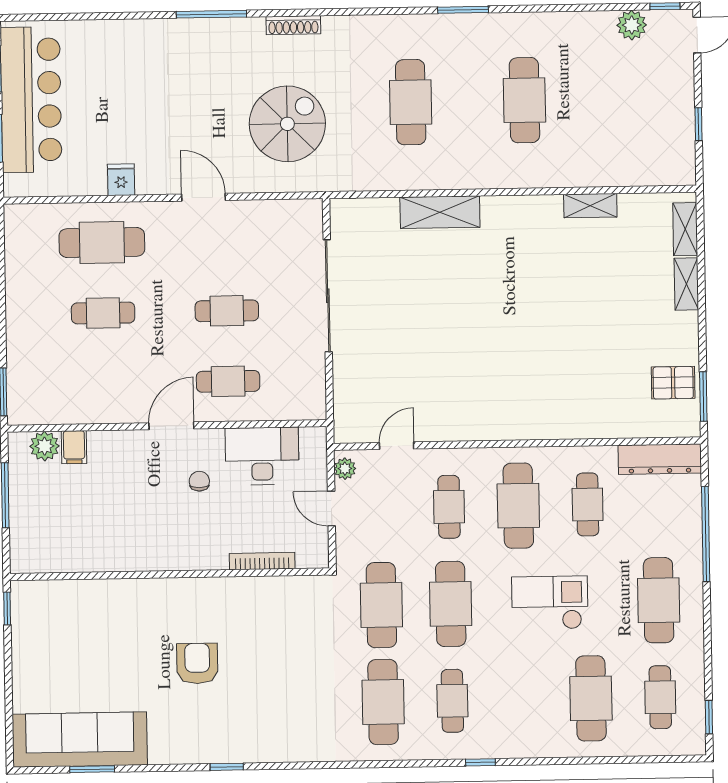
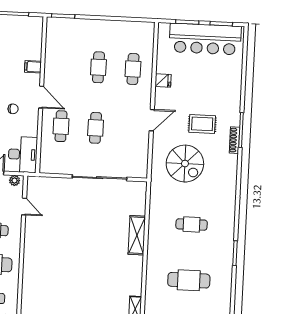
shoe rack: (293, 25) -> (234, 140), moved
rug: (204, 94) -> (202, 124), added
cafe table: (411, 102) -> (192, 224), width x0.73, depth x0.74
cafe table: (102, 242) -> (133, 69), width x0.73, depth x0.74
plant: (45, 446) -> (35, 34), removed
filing cabinet: (74, 447) -> (33, 67), moved
desk: (262, 456) -> (23, 154), moved

